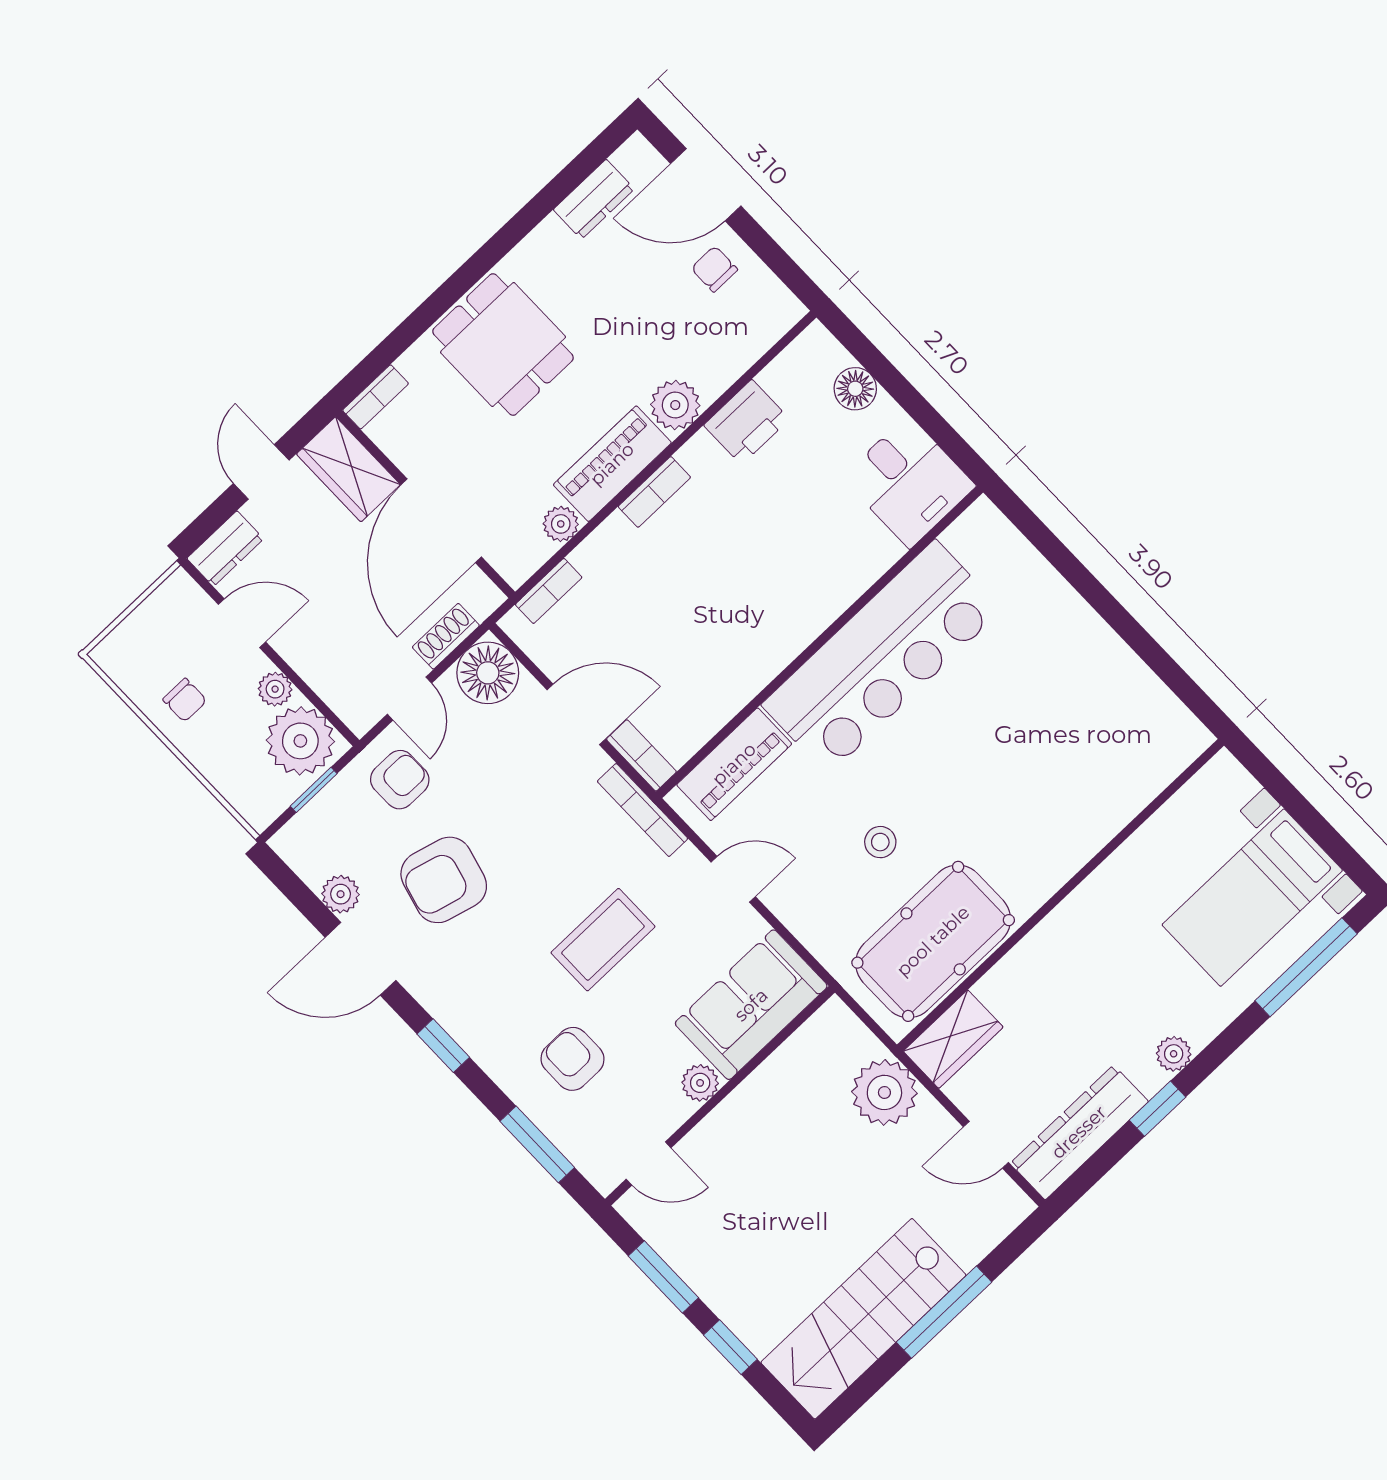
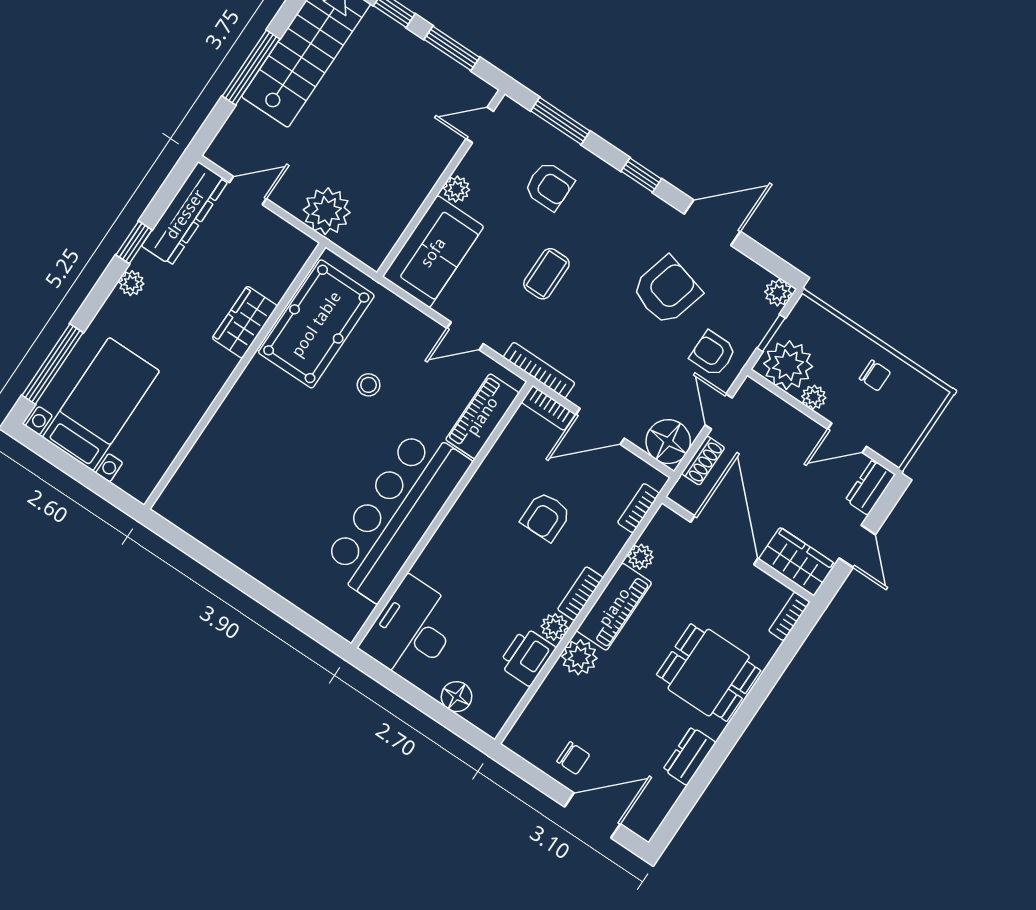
dresser: (594, 199) -> (689, 756), moved
plant: (700, 454) -> (555, 627), added
desk: (909, 482) -> (412, 630), width x1.37
armchair: (678, 608) -> (546, 516), added
chair: (185, 700) -> (875, 375), turned 180
armchair: (400, 780) -> (713, 354), turned 90
plant: (341, 894) -> (778, 293), moved
coffee table: (603, 940) -> (546, 274), width x0.73, depth x0.77
wardrobe: (953, 1039) -> (245, 322), moved

